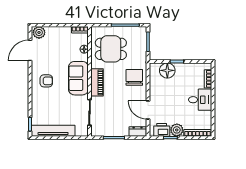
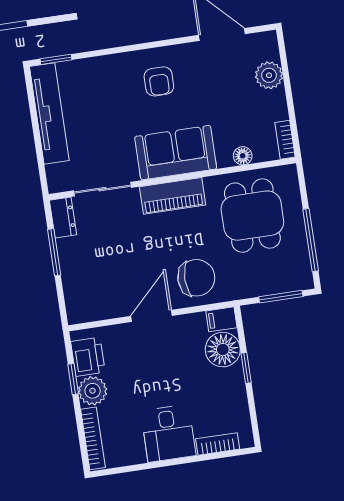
plant: (39, 32) -> (269, 75), moved
filing cabinet: (154, 69) -> (221, 319), added
door: (148, 110) -> (151, 316), moved
dresser: (138, 132) -> (63, 218), moved

